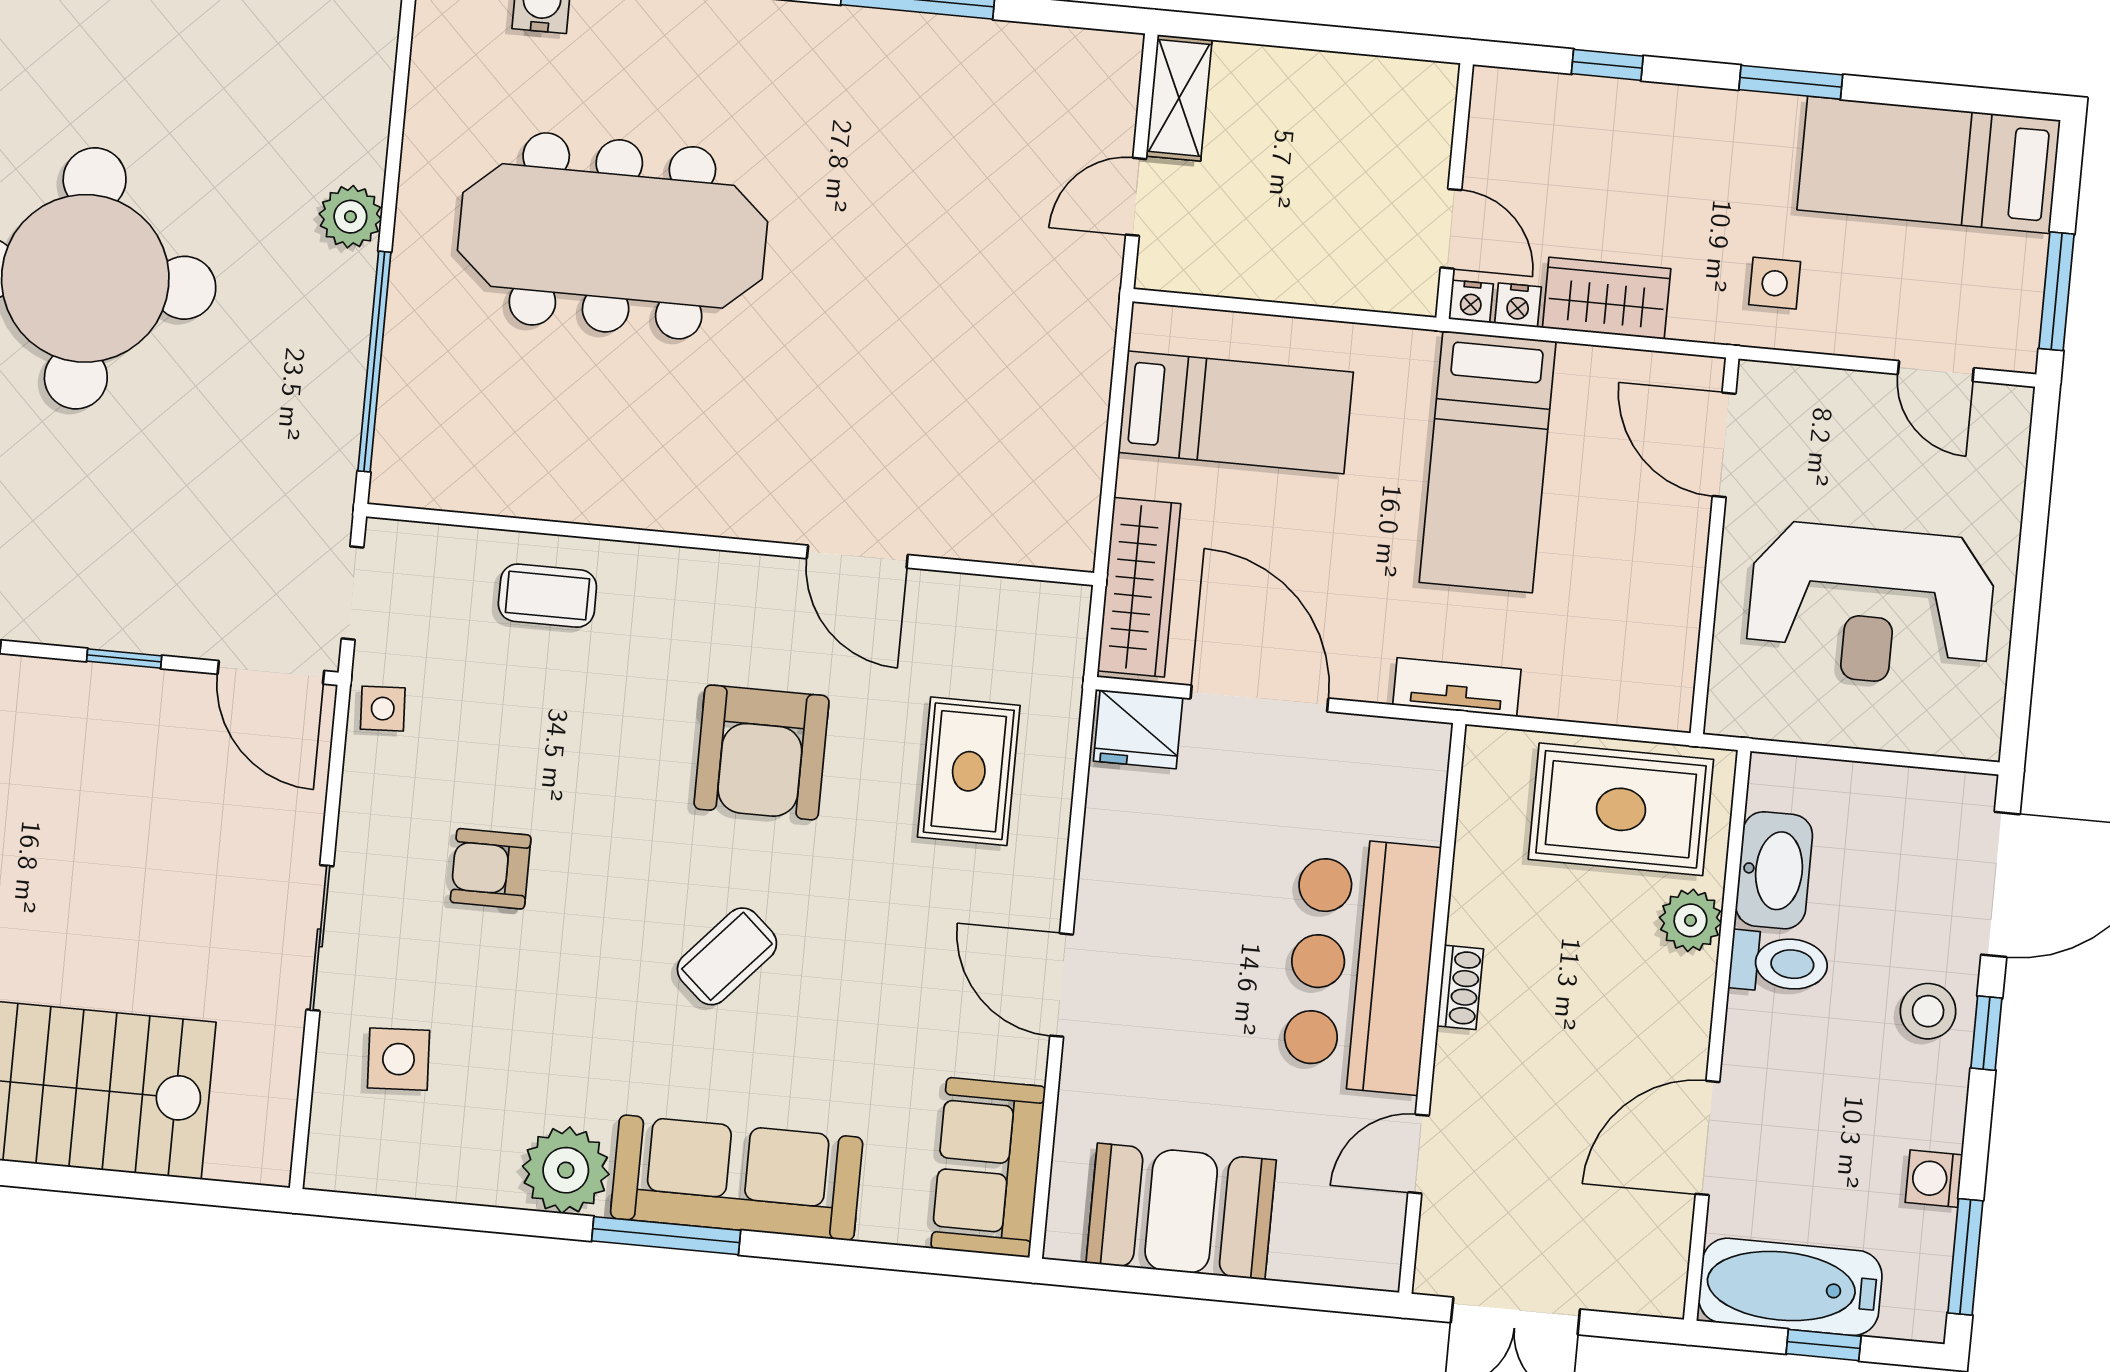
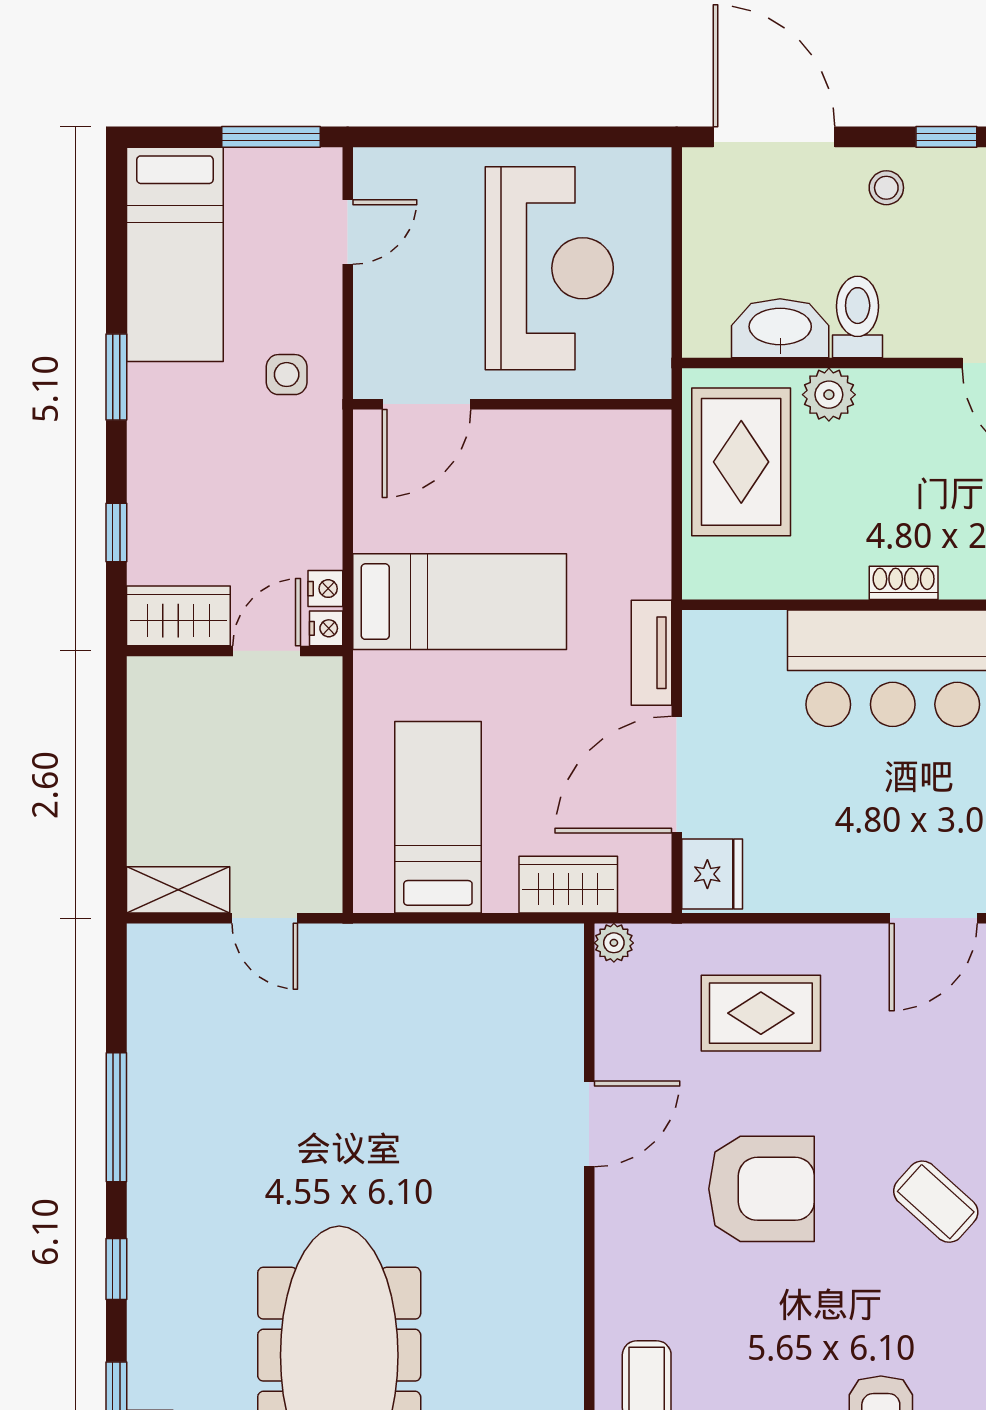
wardrobe: (1607, 298) -> (178, 616), moved, turned 90
wardrobe: (1139, 587) -> (568, 885), width x0.67
plant: (1068, 606) -> (614, 943), added
tv unit: (1457, 687) -> (651, 653), moved
stool: (1928, 1011) -> (886, 188), width x0.73, depth x0.73
window: (1986, 1033) -> (946, 137), moved

